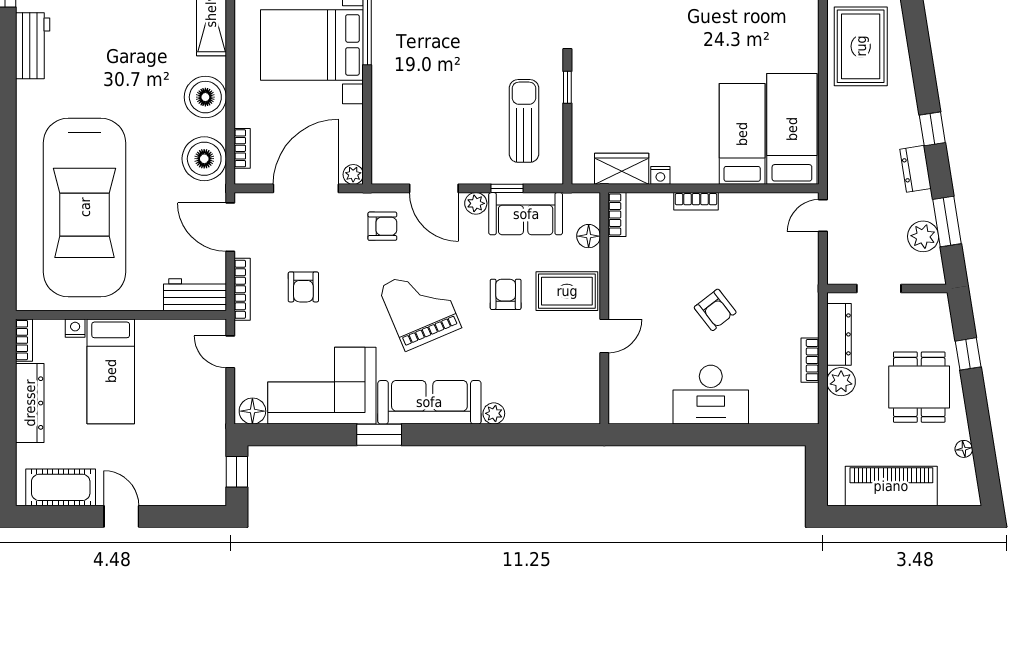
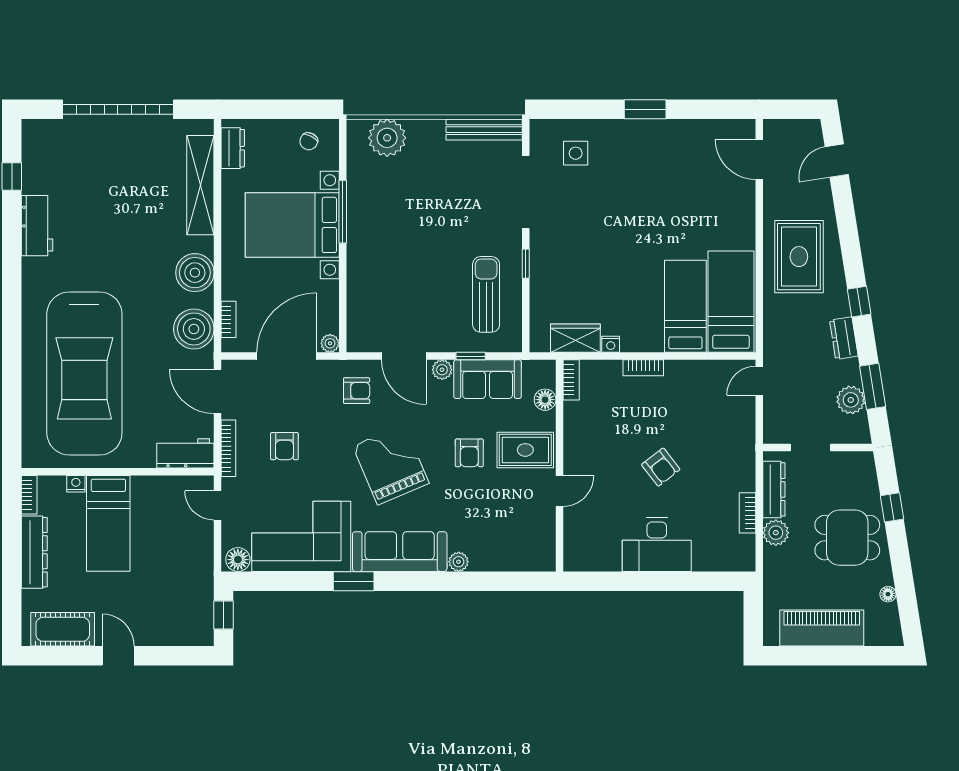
rug: (861, 46) -> (799, 257), moved
armchair: (506, 294) -> (469, 453), turned 180
dining table: (919, 387) -> (847, 538), turned 90

